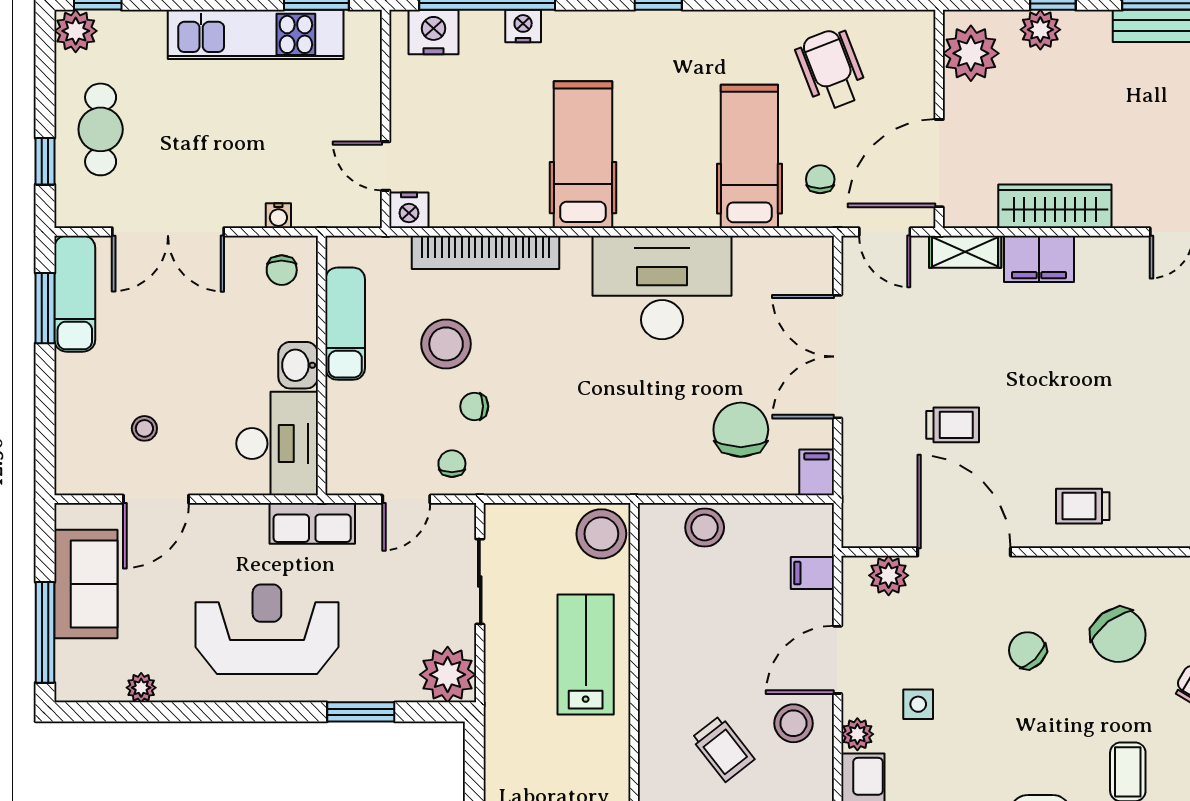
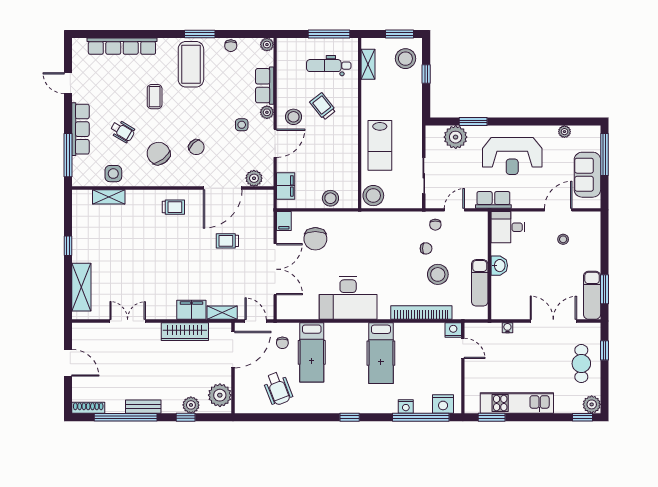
chair: (282, 270) -> (506, 305), removed
desk: (277, 444) -> (508, 227), width x0.73
door: (964, 552) -> (223, 188), hinge flipped
filing cabinet: (812, 573) -> (286, 186), width x2.00
plant: (448, 675) -> (456, 137), moved

